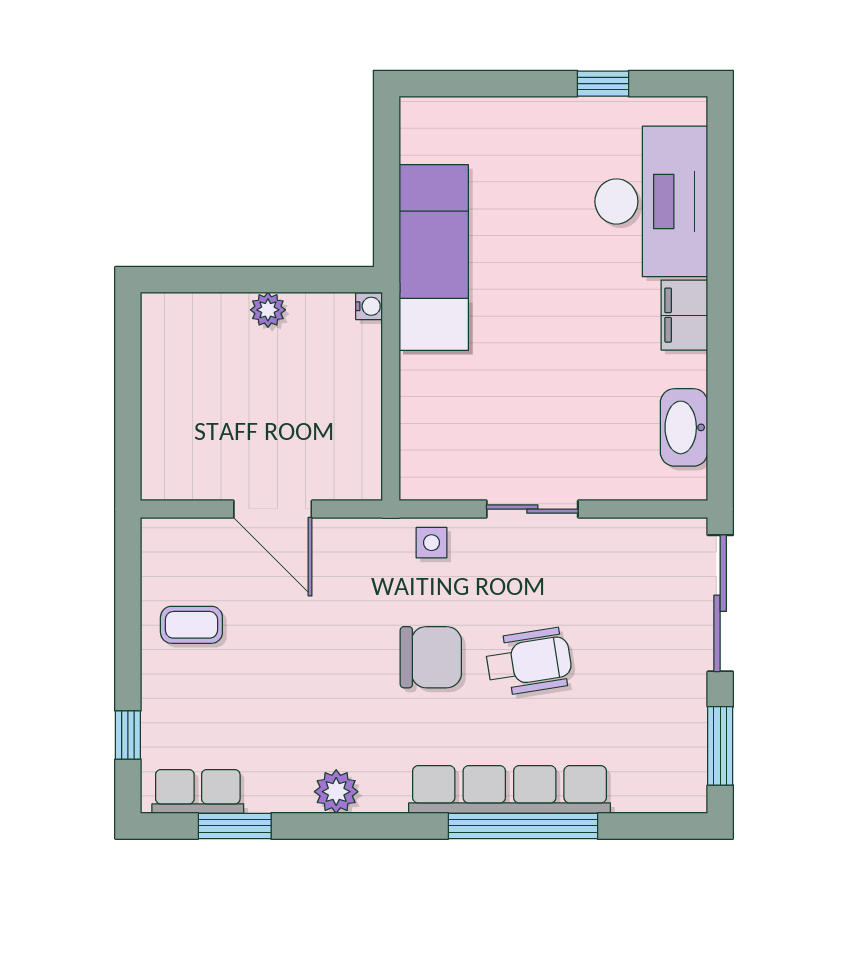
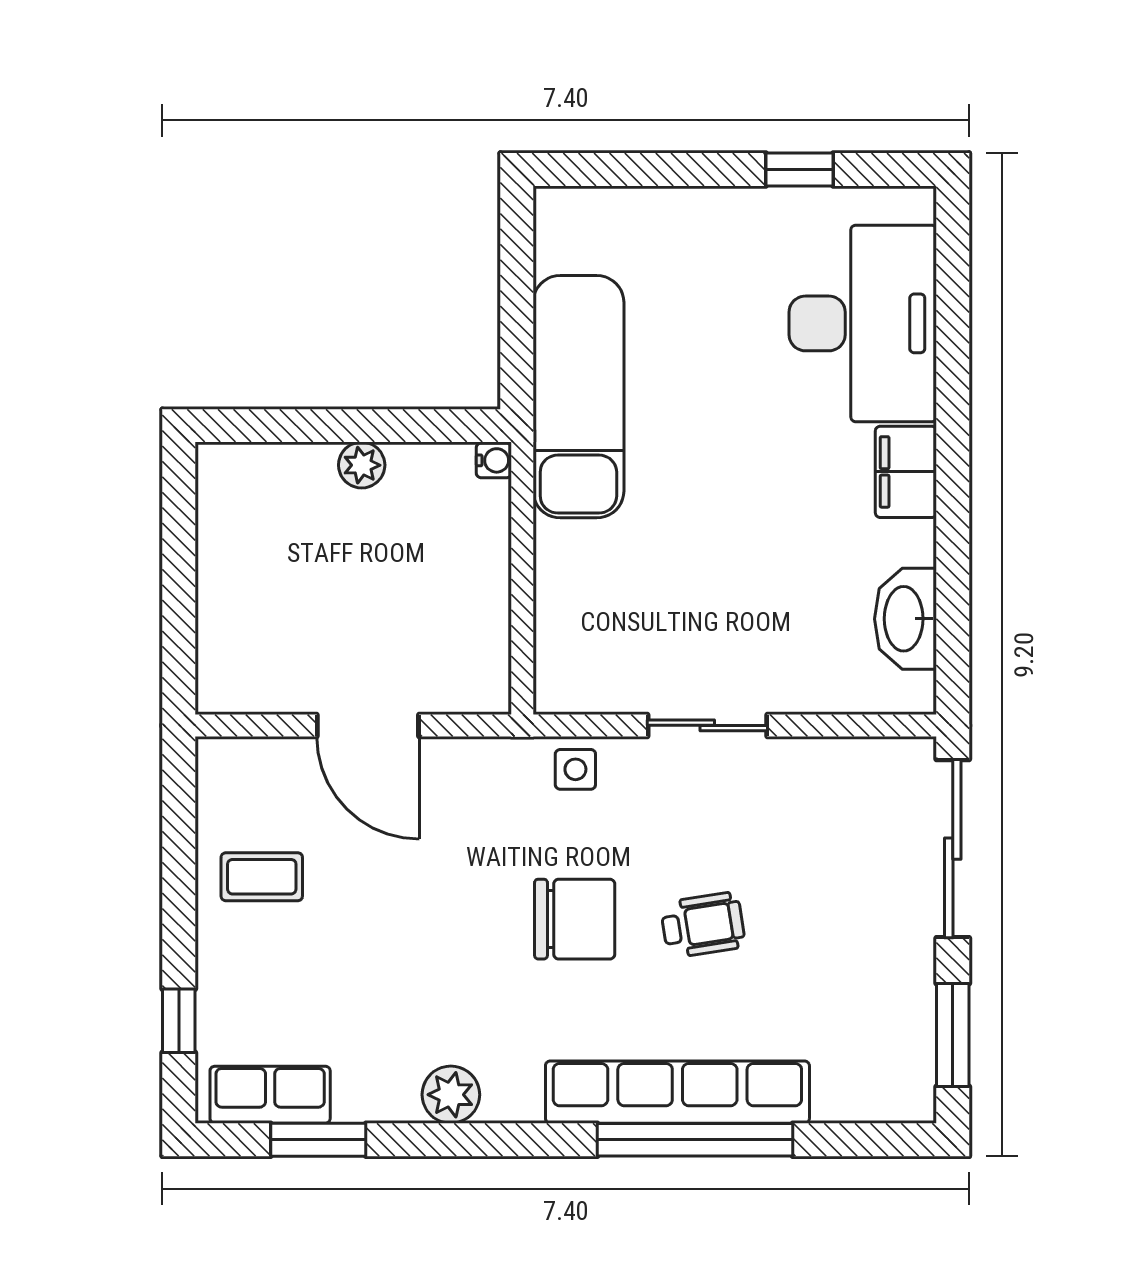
wheelchair: (529, 662) -> (703, 925), width x0.73, depth x0.73

